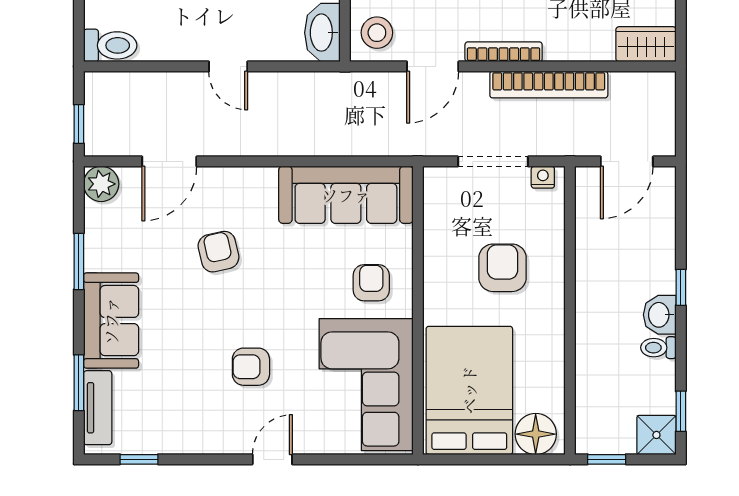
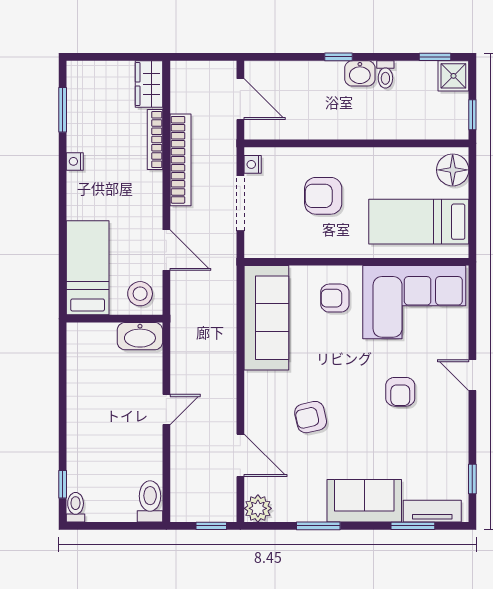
bookcase: (504, 52) -> (155, 139), moved
bed: (469, 390) -> (419, 222), width x0.67

